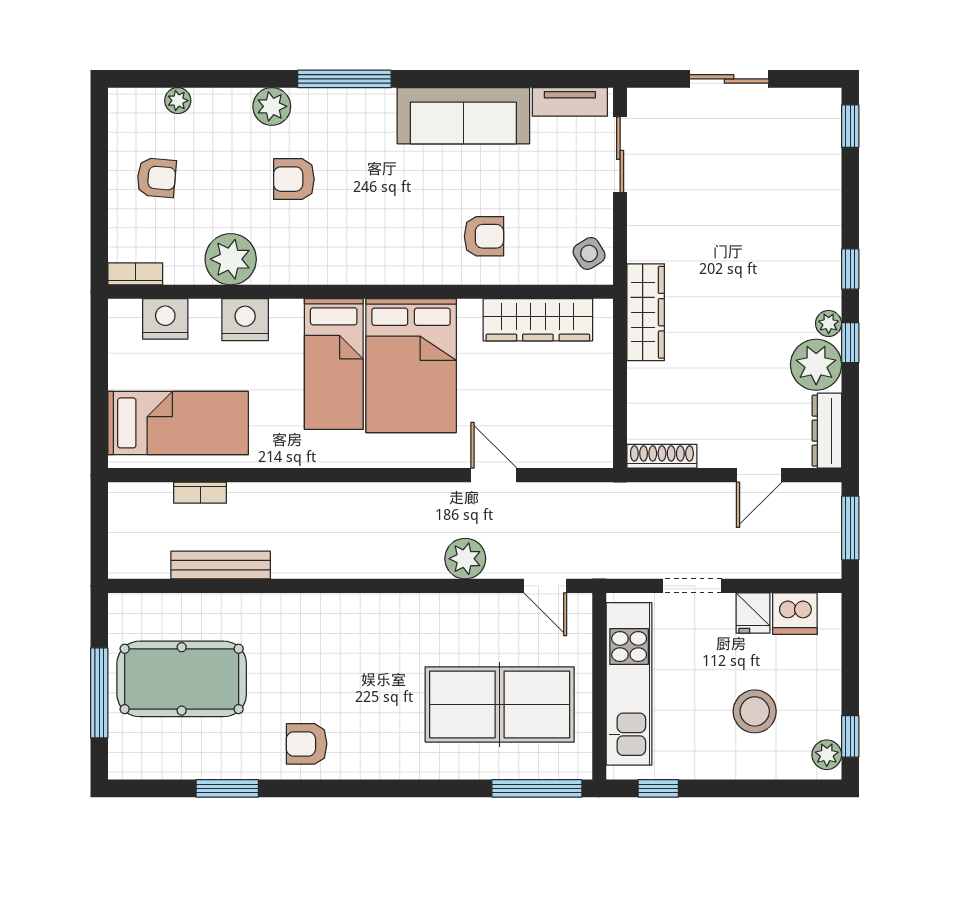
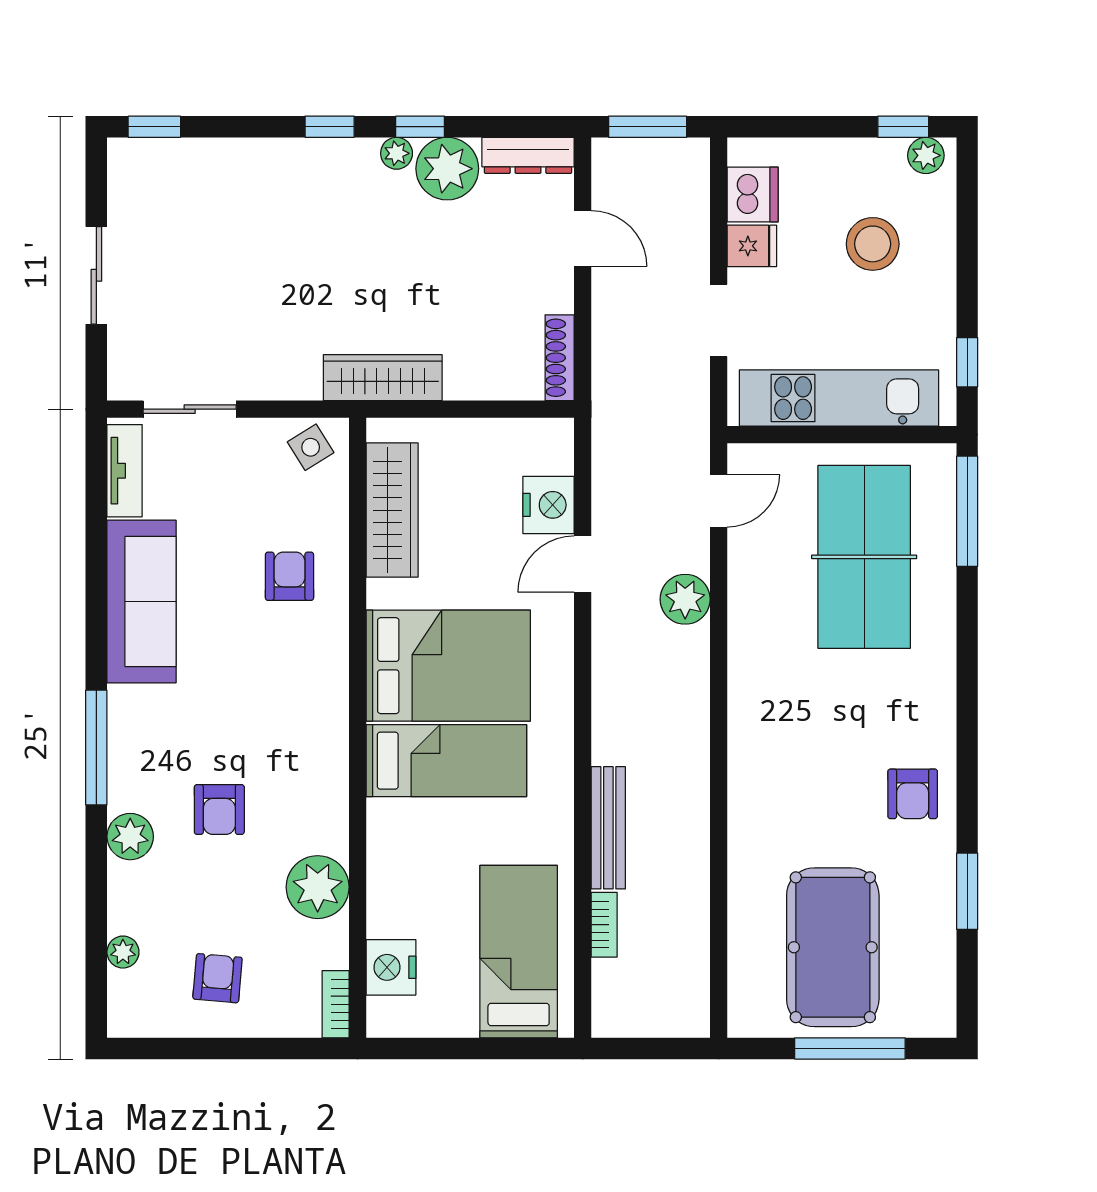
nightstand: (245, 320) -> (549, 505), moved, turned 180
bench: (221, 565) -> (608, 828), moved

